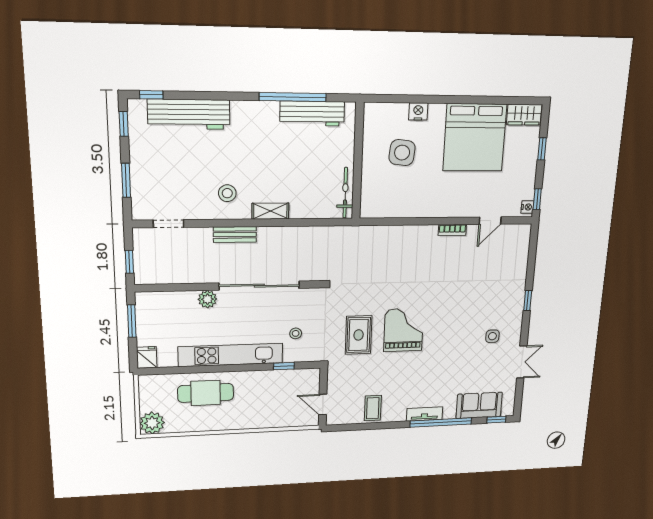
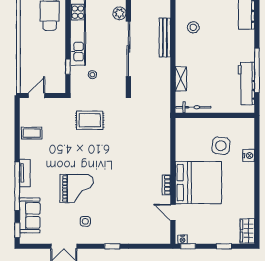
bed: (475, 138) -> (198, 183), moved, turned 180
shelving: (270, 211) -> (181, 79), moved
bench: (235, 235) -> (165, 38), width x1.36
grand piano: (404, 330) -> (77, 188), moved

